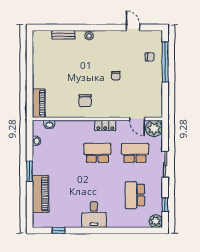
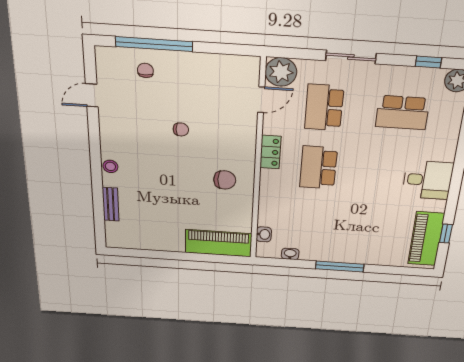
piano: (39, 103) -> (218, 243), width x1.37, depth x1.33
window: (30, 171) -> (340, 267), width x1.44
piano: (41, 194) -> (426, 239), moved, turned -90

